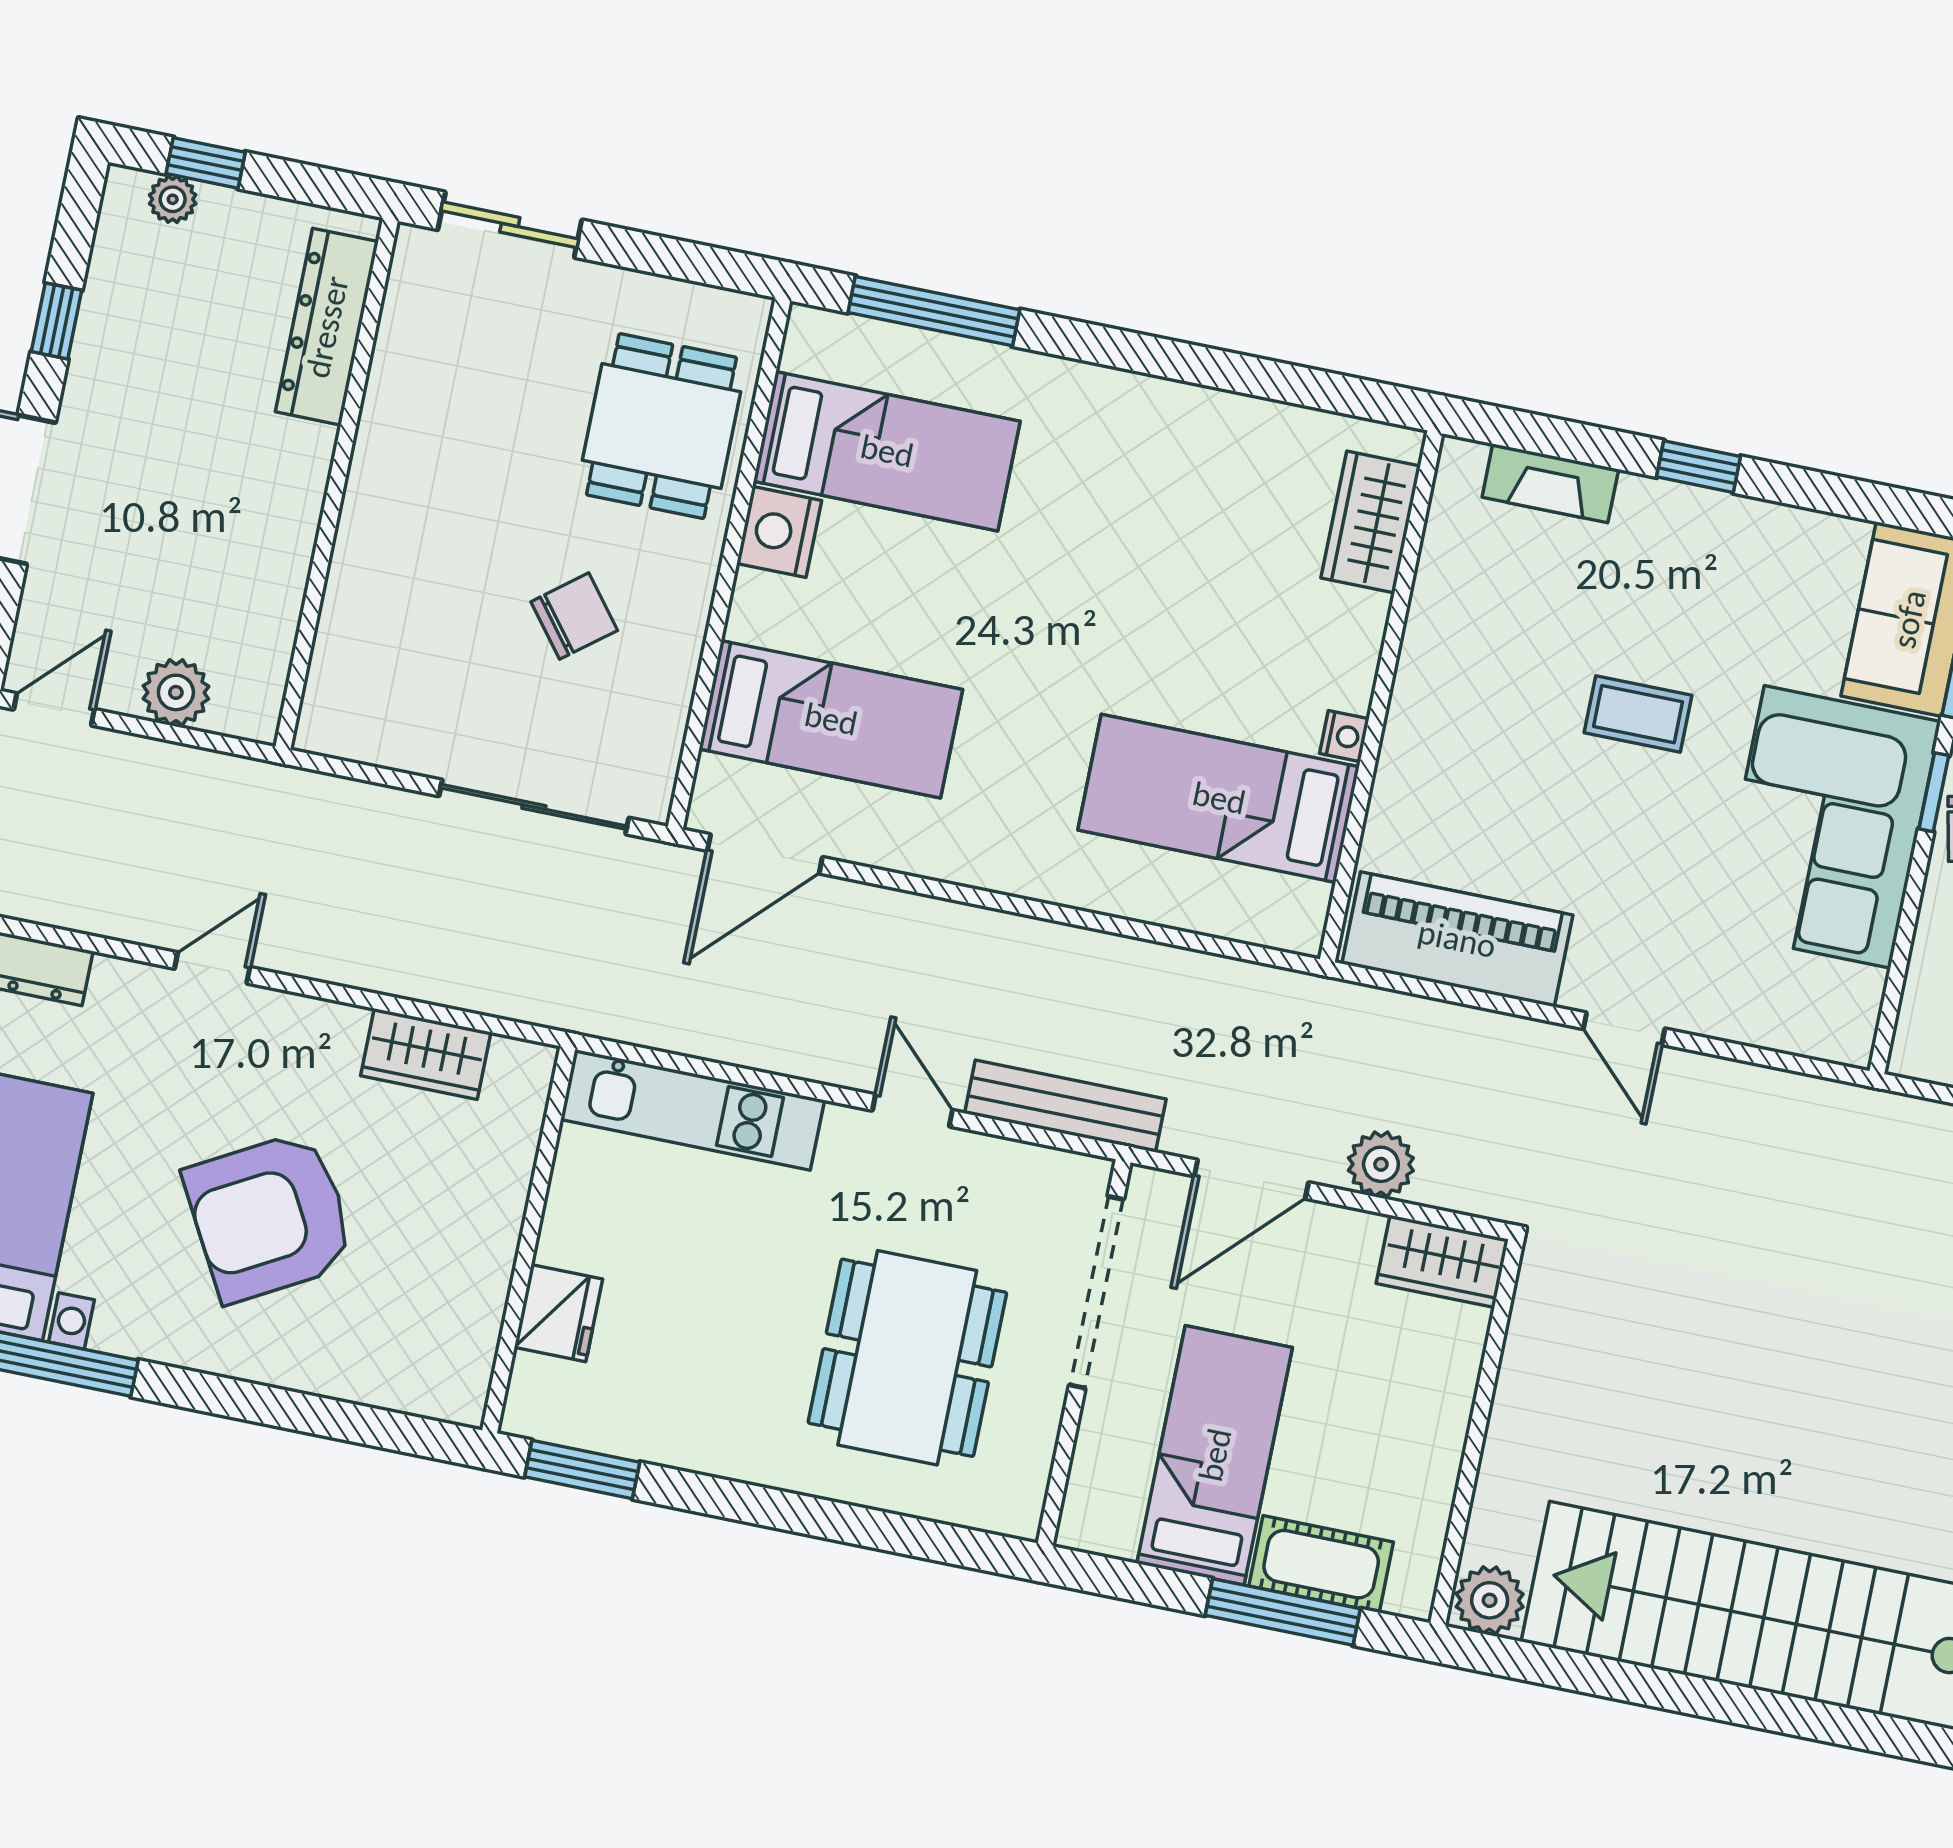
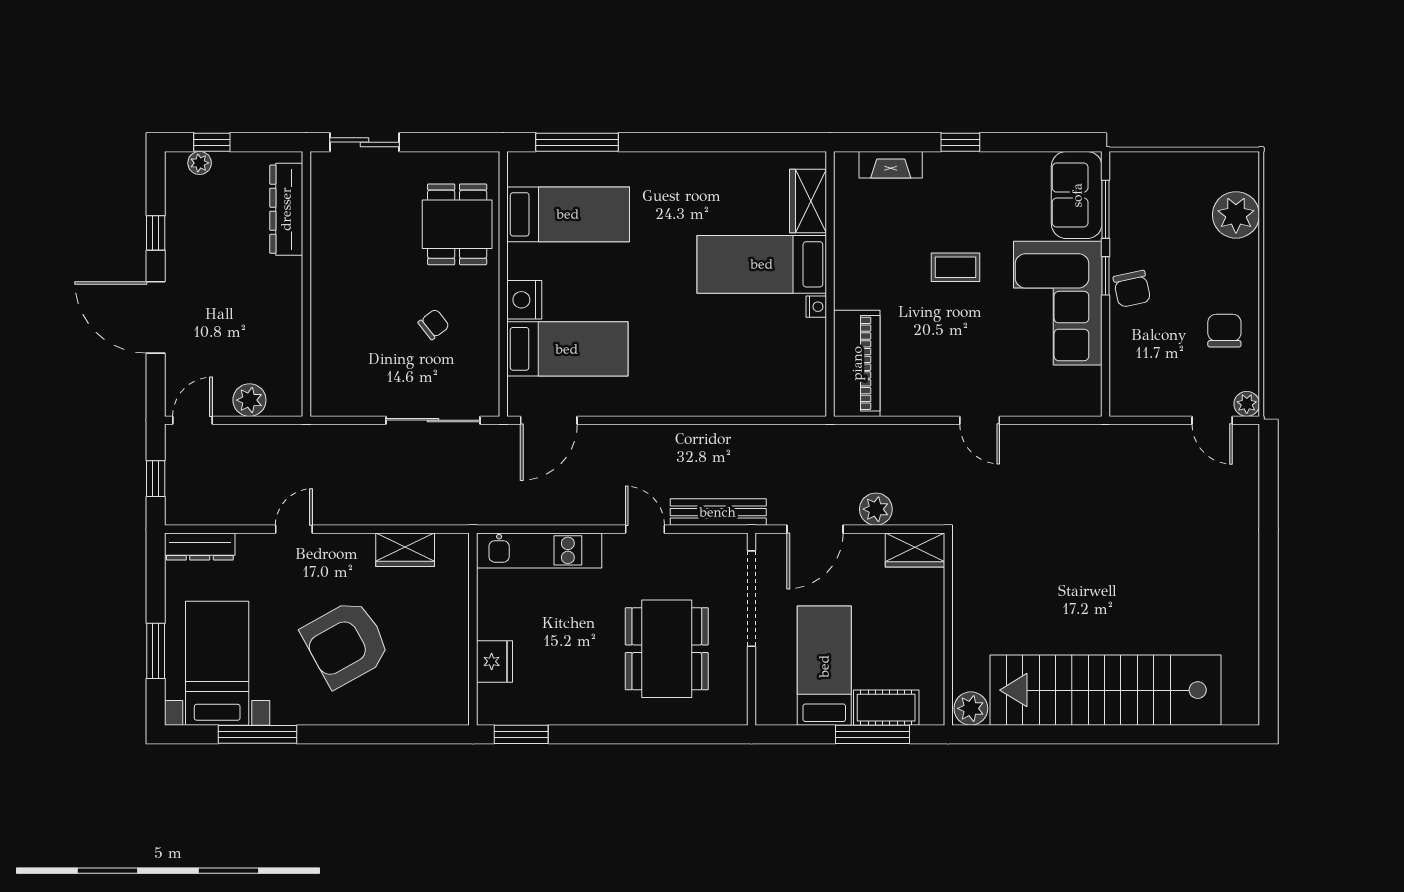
nightstand: (779, 532) -> (524, 300), moved
chair: (574, 616) -> (434, 324), width x0.73, depth x0.73
bed: (1219, 798) -> (762, 264), moved
piano: (1457, 939) -> (857, 363), moved, turned 90

